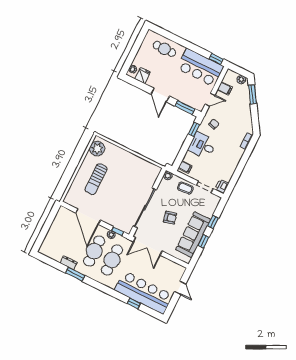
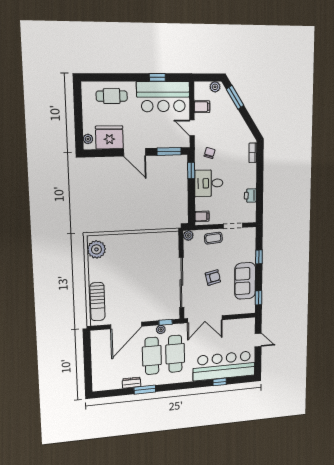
window: (216, 59) -> (157, 77), moved
fridge: (143, 76) -> (109, 137), width x1.88, depth x1.34
door: (210, 100) -> (192, 128), swing flipped
sun lounger: (96, 179) -> (97, 302), moved
printer: (222, 186) -> (250, 196), moved
door: (88, 217) -> (126, 325), hinge flipped
sofa: (193, 235) -> (245, 281), width x0.73
window: (203, 241) -> (259, 298), moved

